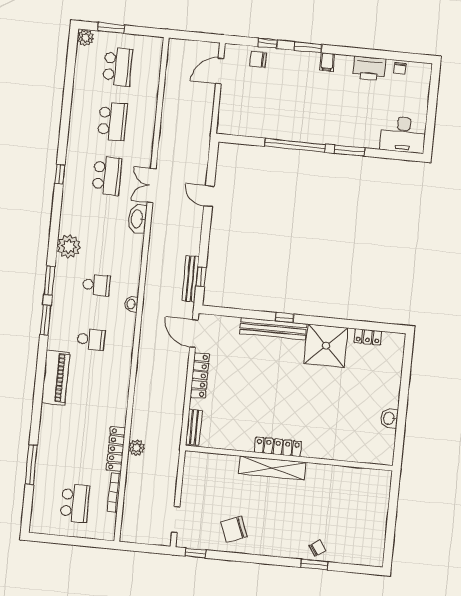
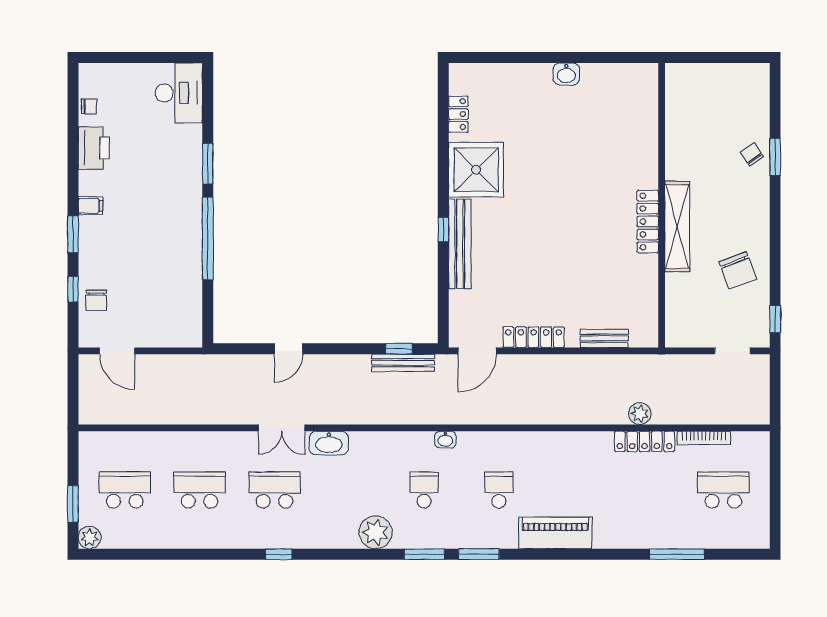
locker: (278, 447) -> (648, 222), moved
wall: (289, 458) -> (662, 205), moved
shelving: (272, 468) -> (677, 227), moved

